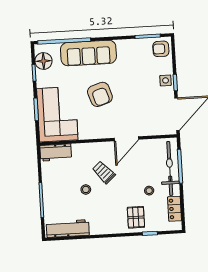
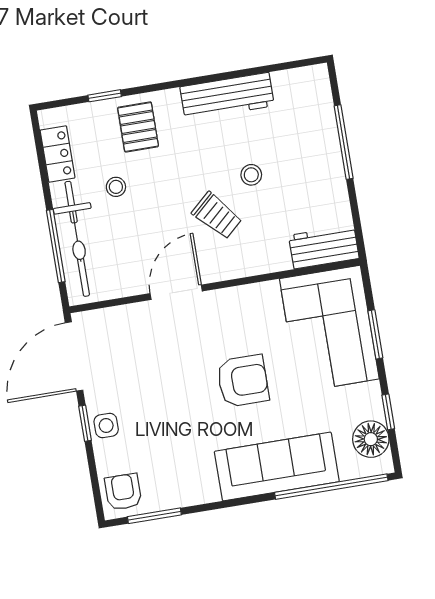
armchair: (161, 49) -> (123, 492), turned -90
armchair: (100, 94) -> (243, 381), turned 108
workbench: (68, 229) -> (227, 96), moved

